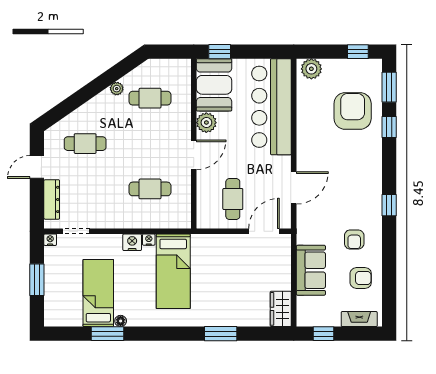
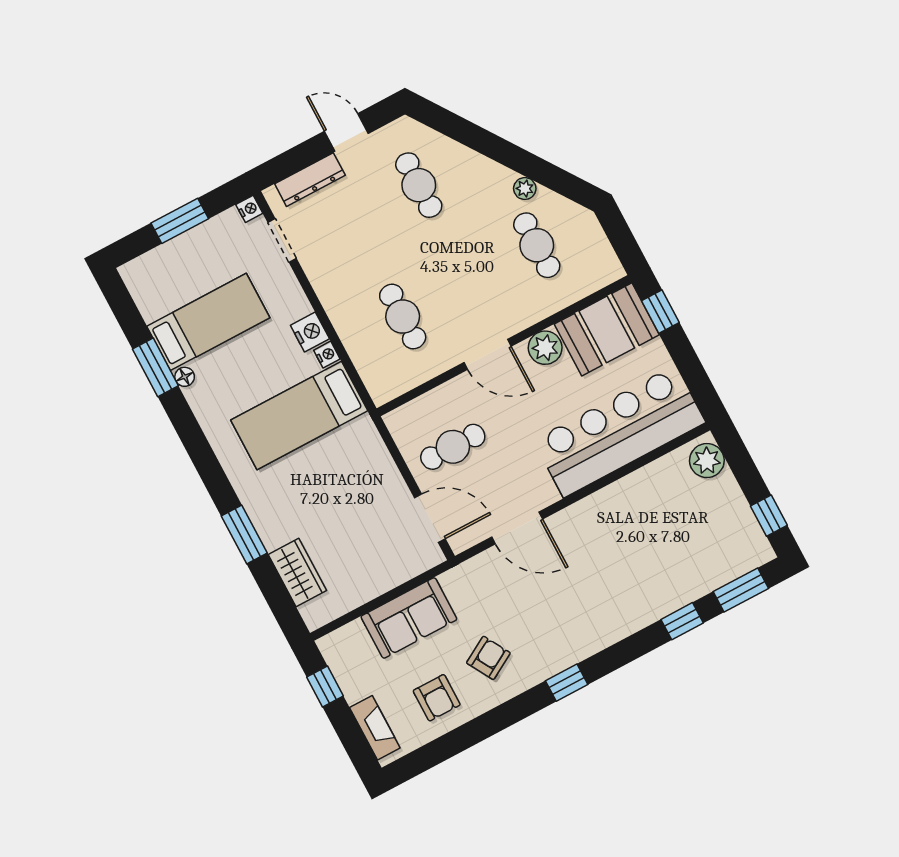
armchair: (353, 111) -> (677, 555), removed
armchair: (354, 239) -> (488, 658), turned 150
wardrobe: (281, 309) -> (297, 572), moved, turned 90

